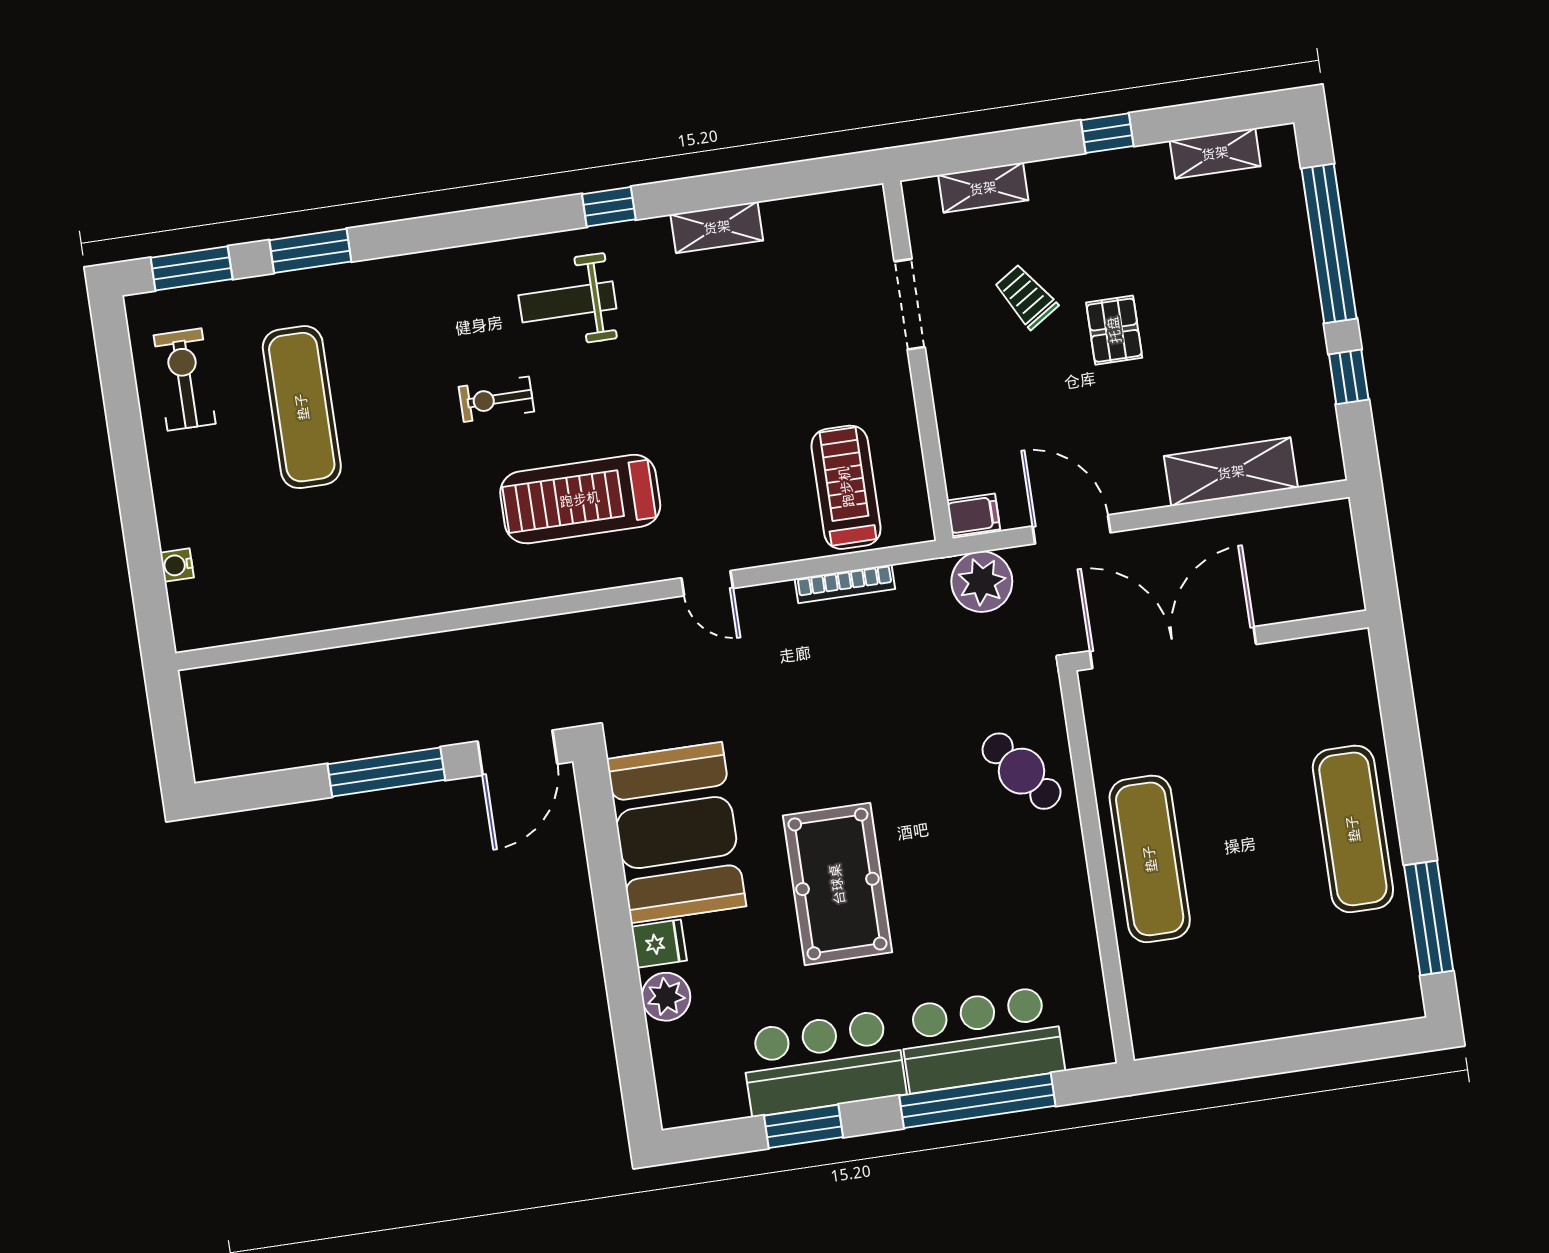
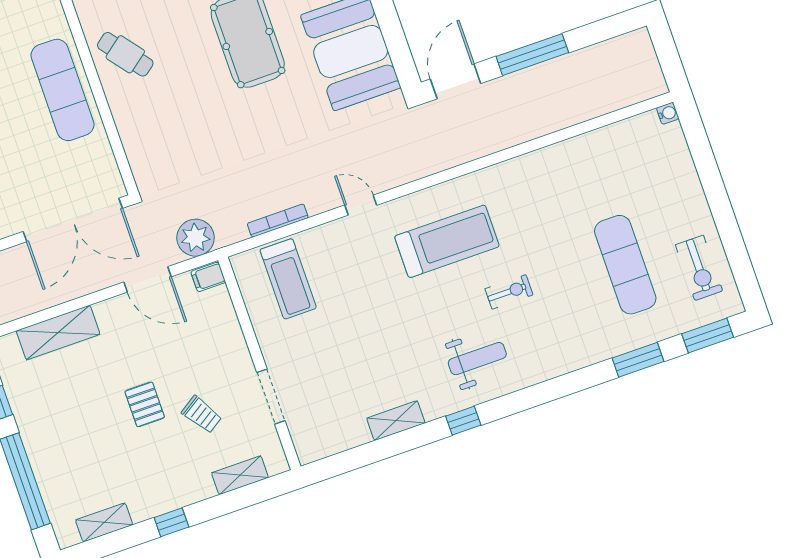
water cooler: (177, 565) -> (668, 113), moved
cafe table: (1022, 771) -> (125, 54), moved

